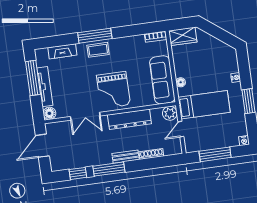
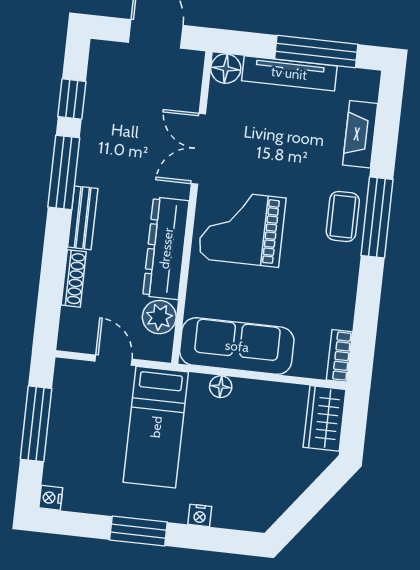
plant: (170, 113) -> (159, 317), moved

